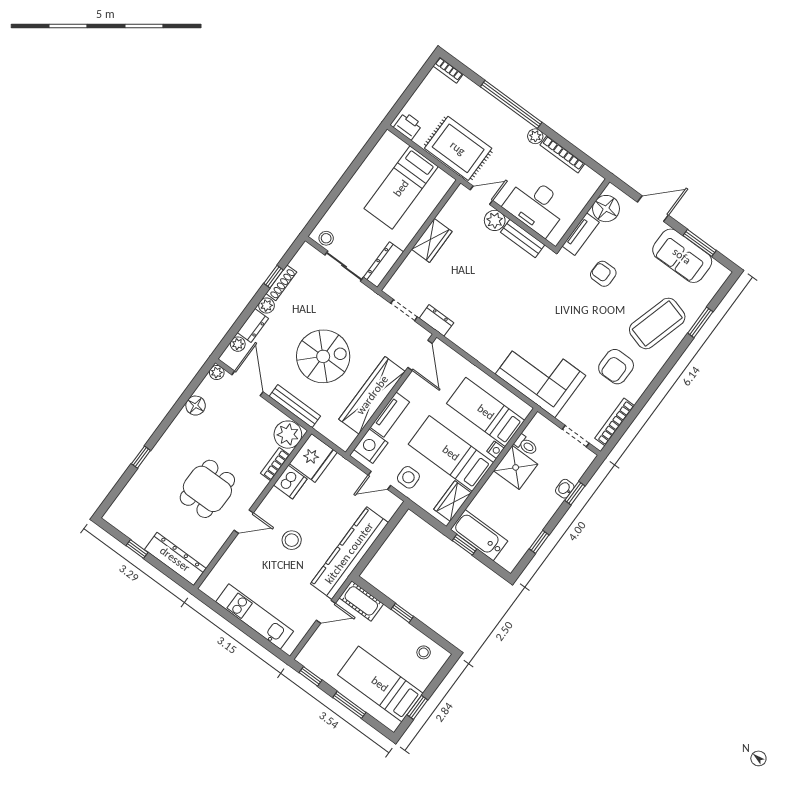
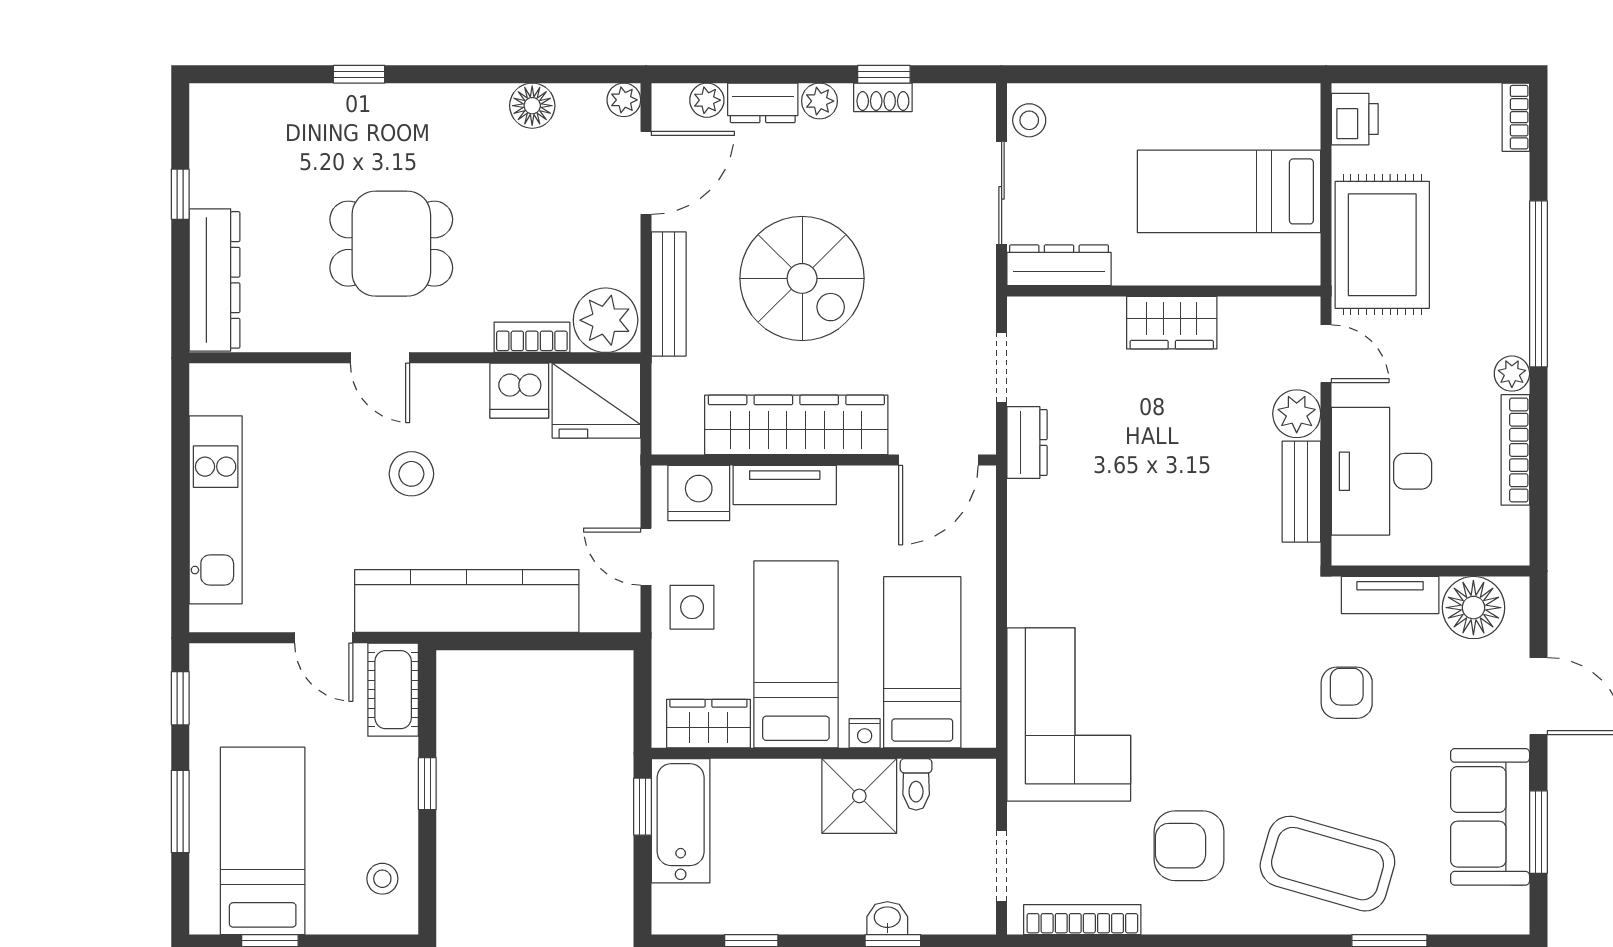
shoe rack: (281, 283) -> (883, 97), width x0.70

